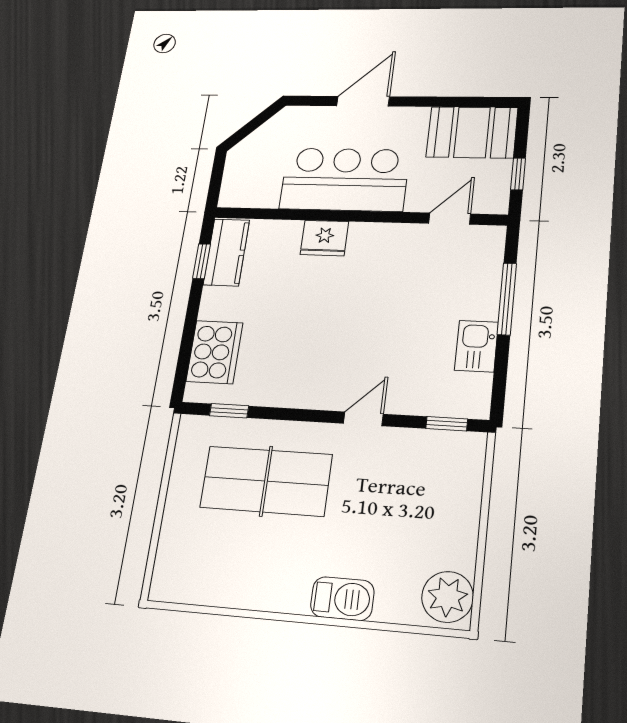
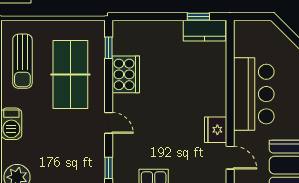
fridge: (324, 238) -> (216, 130), moved
cooker: (214, 352) -> (126, 74), moved, turned -90
sun lounger: (228, 567) -> (22, 61), added

